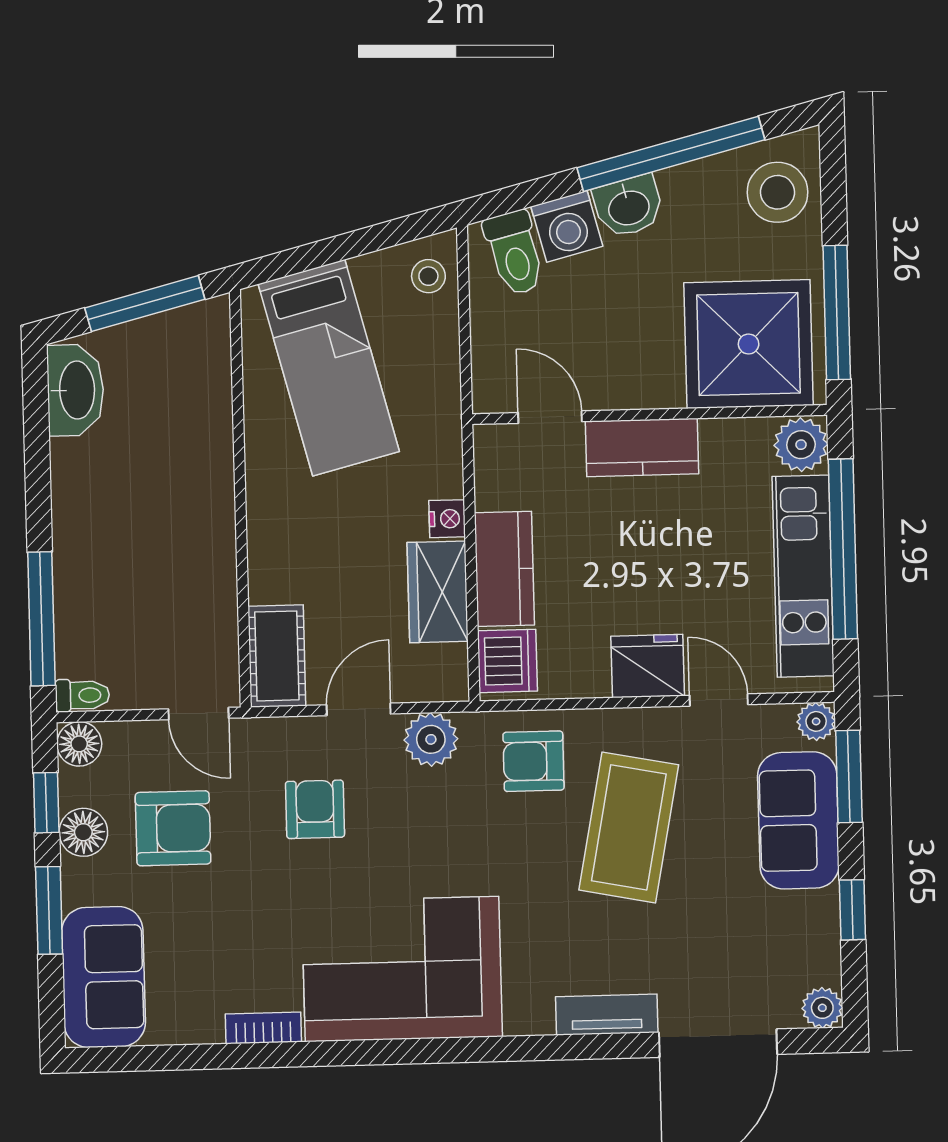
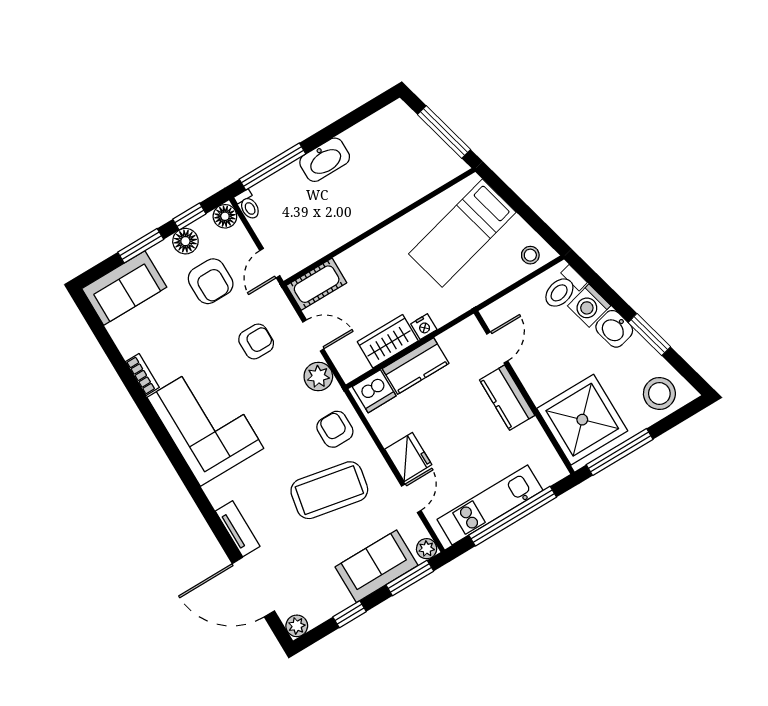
window: (671, 154) -> (649, 335), width x0.47
washbasin: (75, 390) -> (325, 160), moved
plant: (801, 445) -> (550, 470), removed

